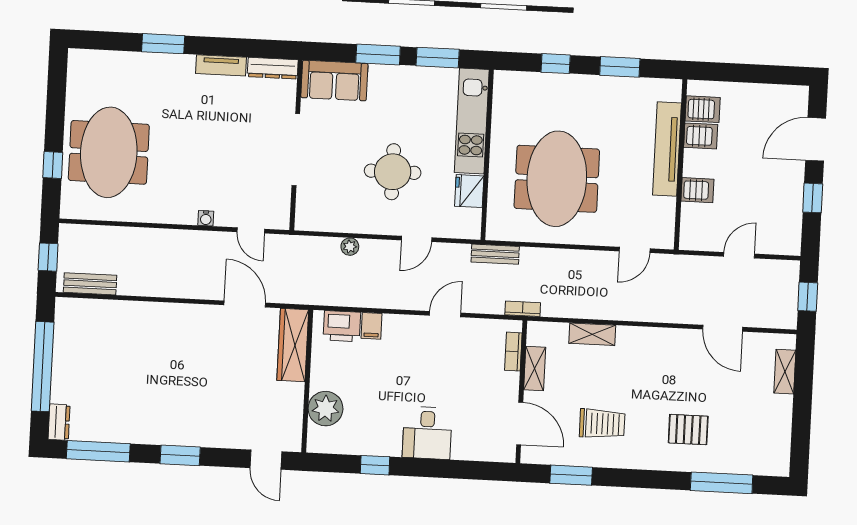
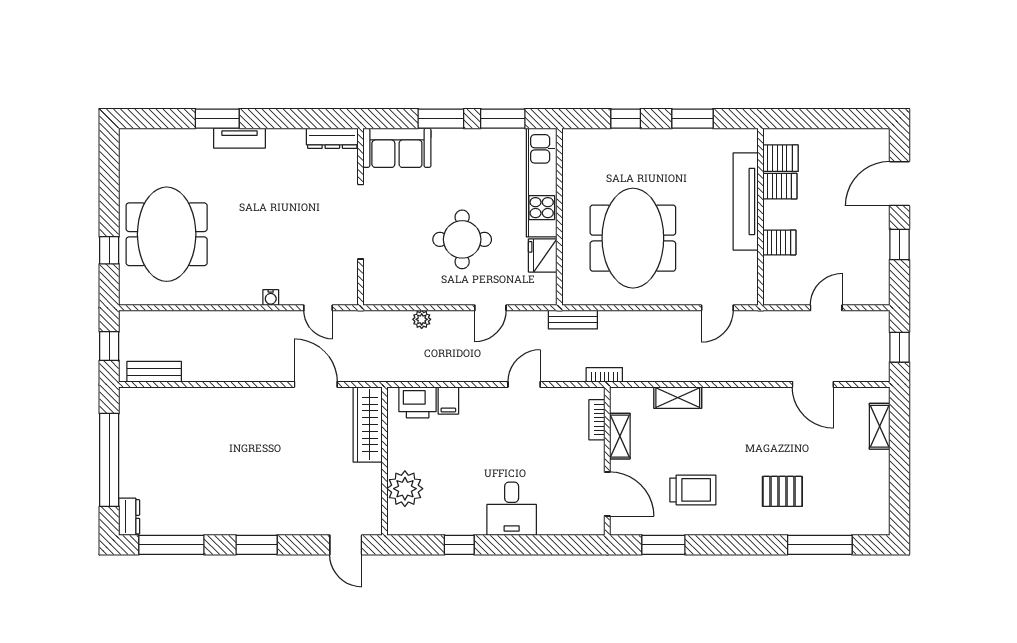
tv unit: (221, 65) -> (239, 138), moved

